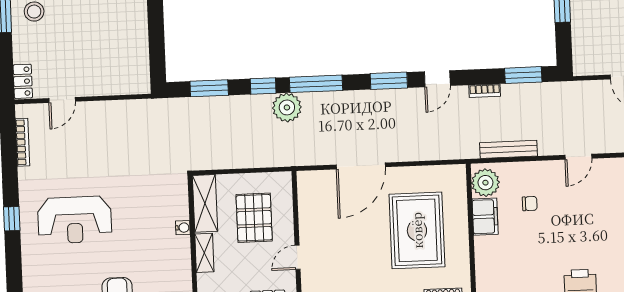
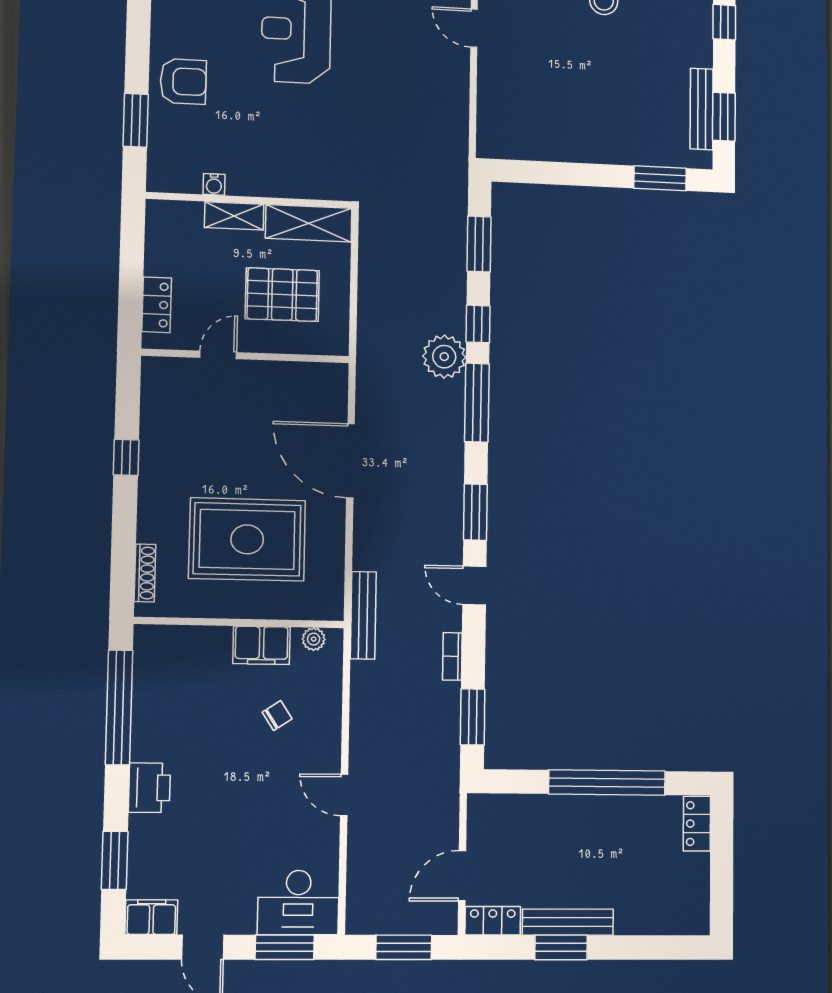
bench: (509, 149) -> (363, 615), moved
plant: (485, 183) -> (314, 639), width x0.53, depth x0.53
chair: (530, 204) -> (277, 716), turned -123
water cooler: (183, 228) -> (214, 184), moved
door: (297, 257) -> (218, 355), hinge flipped

